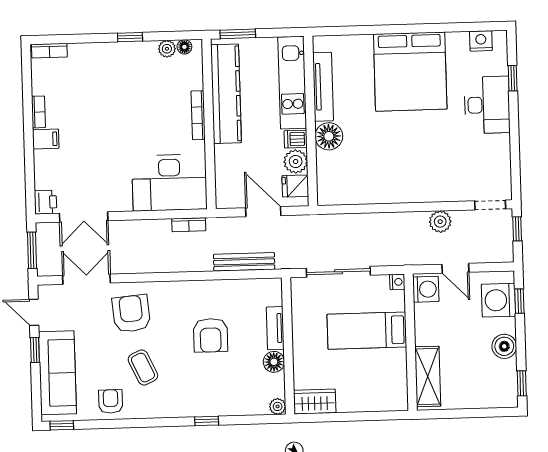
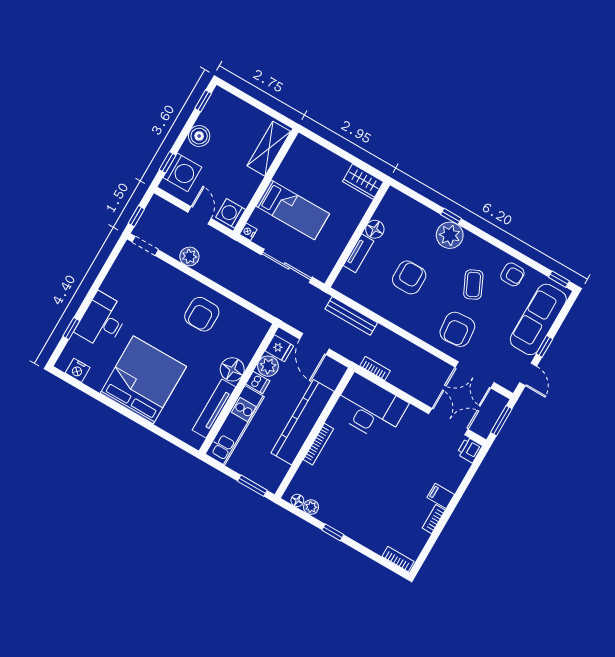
kitchen counter: (226, 94) -> (303, 422), moved
armchair: (393, 172) -> (202, 314), added
armchair: (111, 401) -> (512, 274), turned -90
plant: (278, 406) -> (450, 235), moved, width x1.88, depth x1.88

